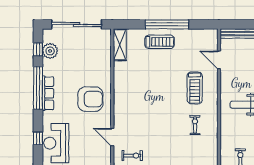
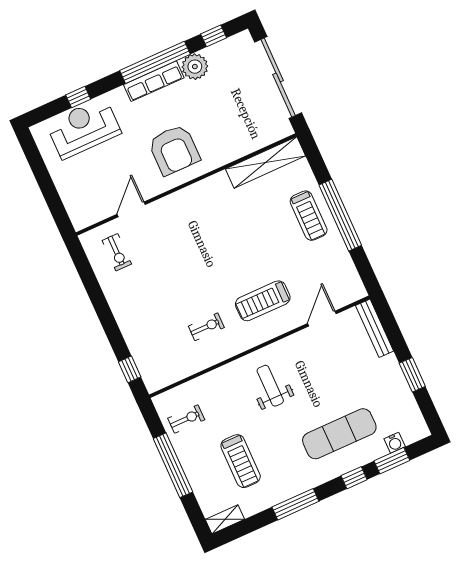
shelving: (120, 45) -> (265, 162), width x1.47
plant: (50, 51) -> (195, 67), moved

